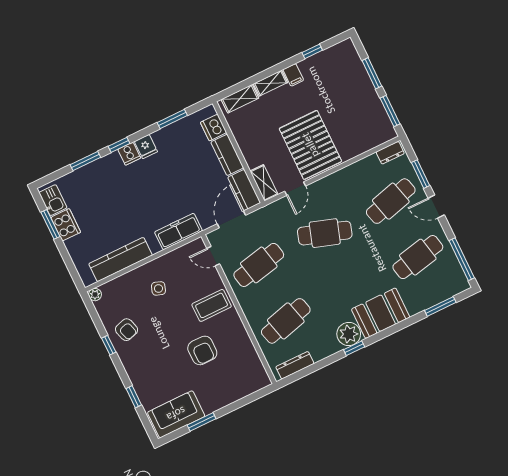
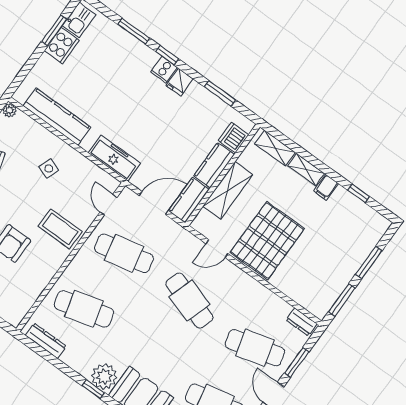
shelving: (264, 183) -> (228, 190), moved, width x1.50, depth x1.33

